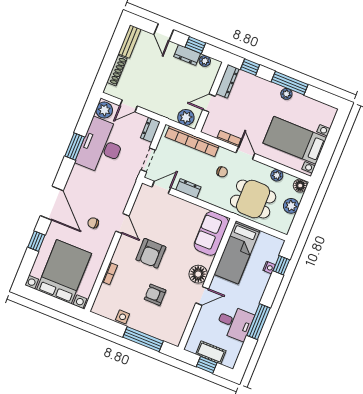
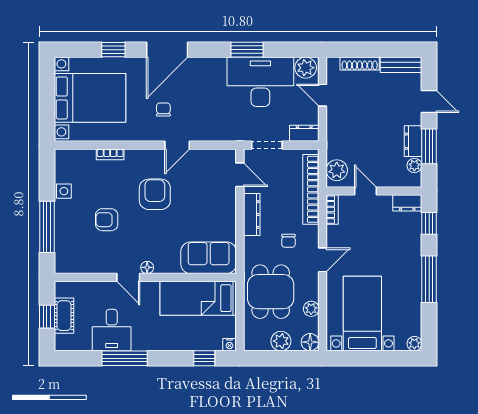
door: (164, 32) -> (429, 101), swing flipped
window: (195, 45) -> (429, 146), width x1.50
dresser: (227, 81) -> (407, 203), width x0.70
plant: (286, 94) -> (414, 344), moved
bookcase: (229, 139) -> (332, 210), moved
dresser: (188, 189) -> (252, 214), width x1.44
armchair: (151, 253) -> (155, 194), turned 90
nightstand: (269, 268) -> (230, 345), moved
floor lamp: (198, 274) -> (147, 267), width x0.53, depth x0.53
armchair: (155, 295) -> (107, 220), turned -90

